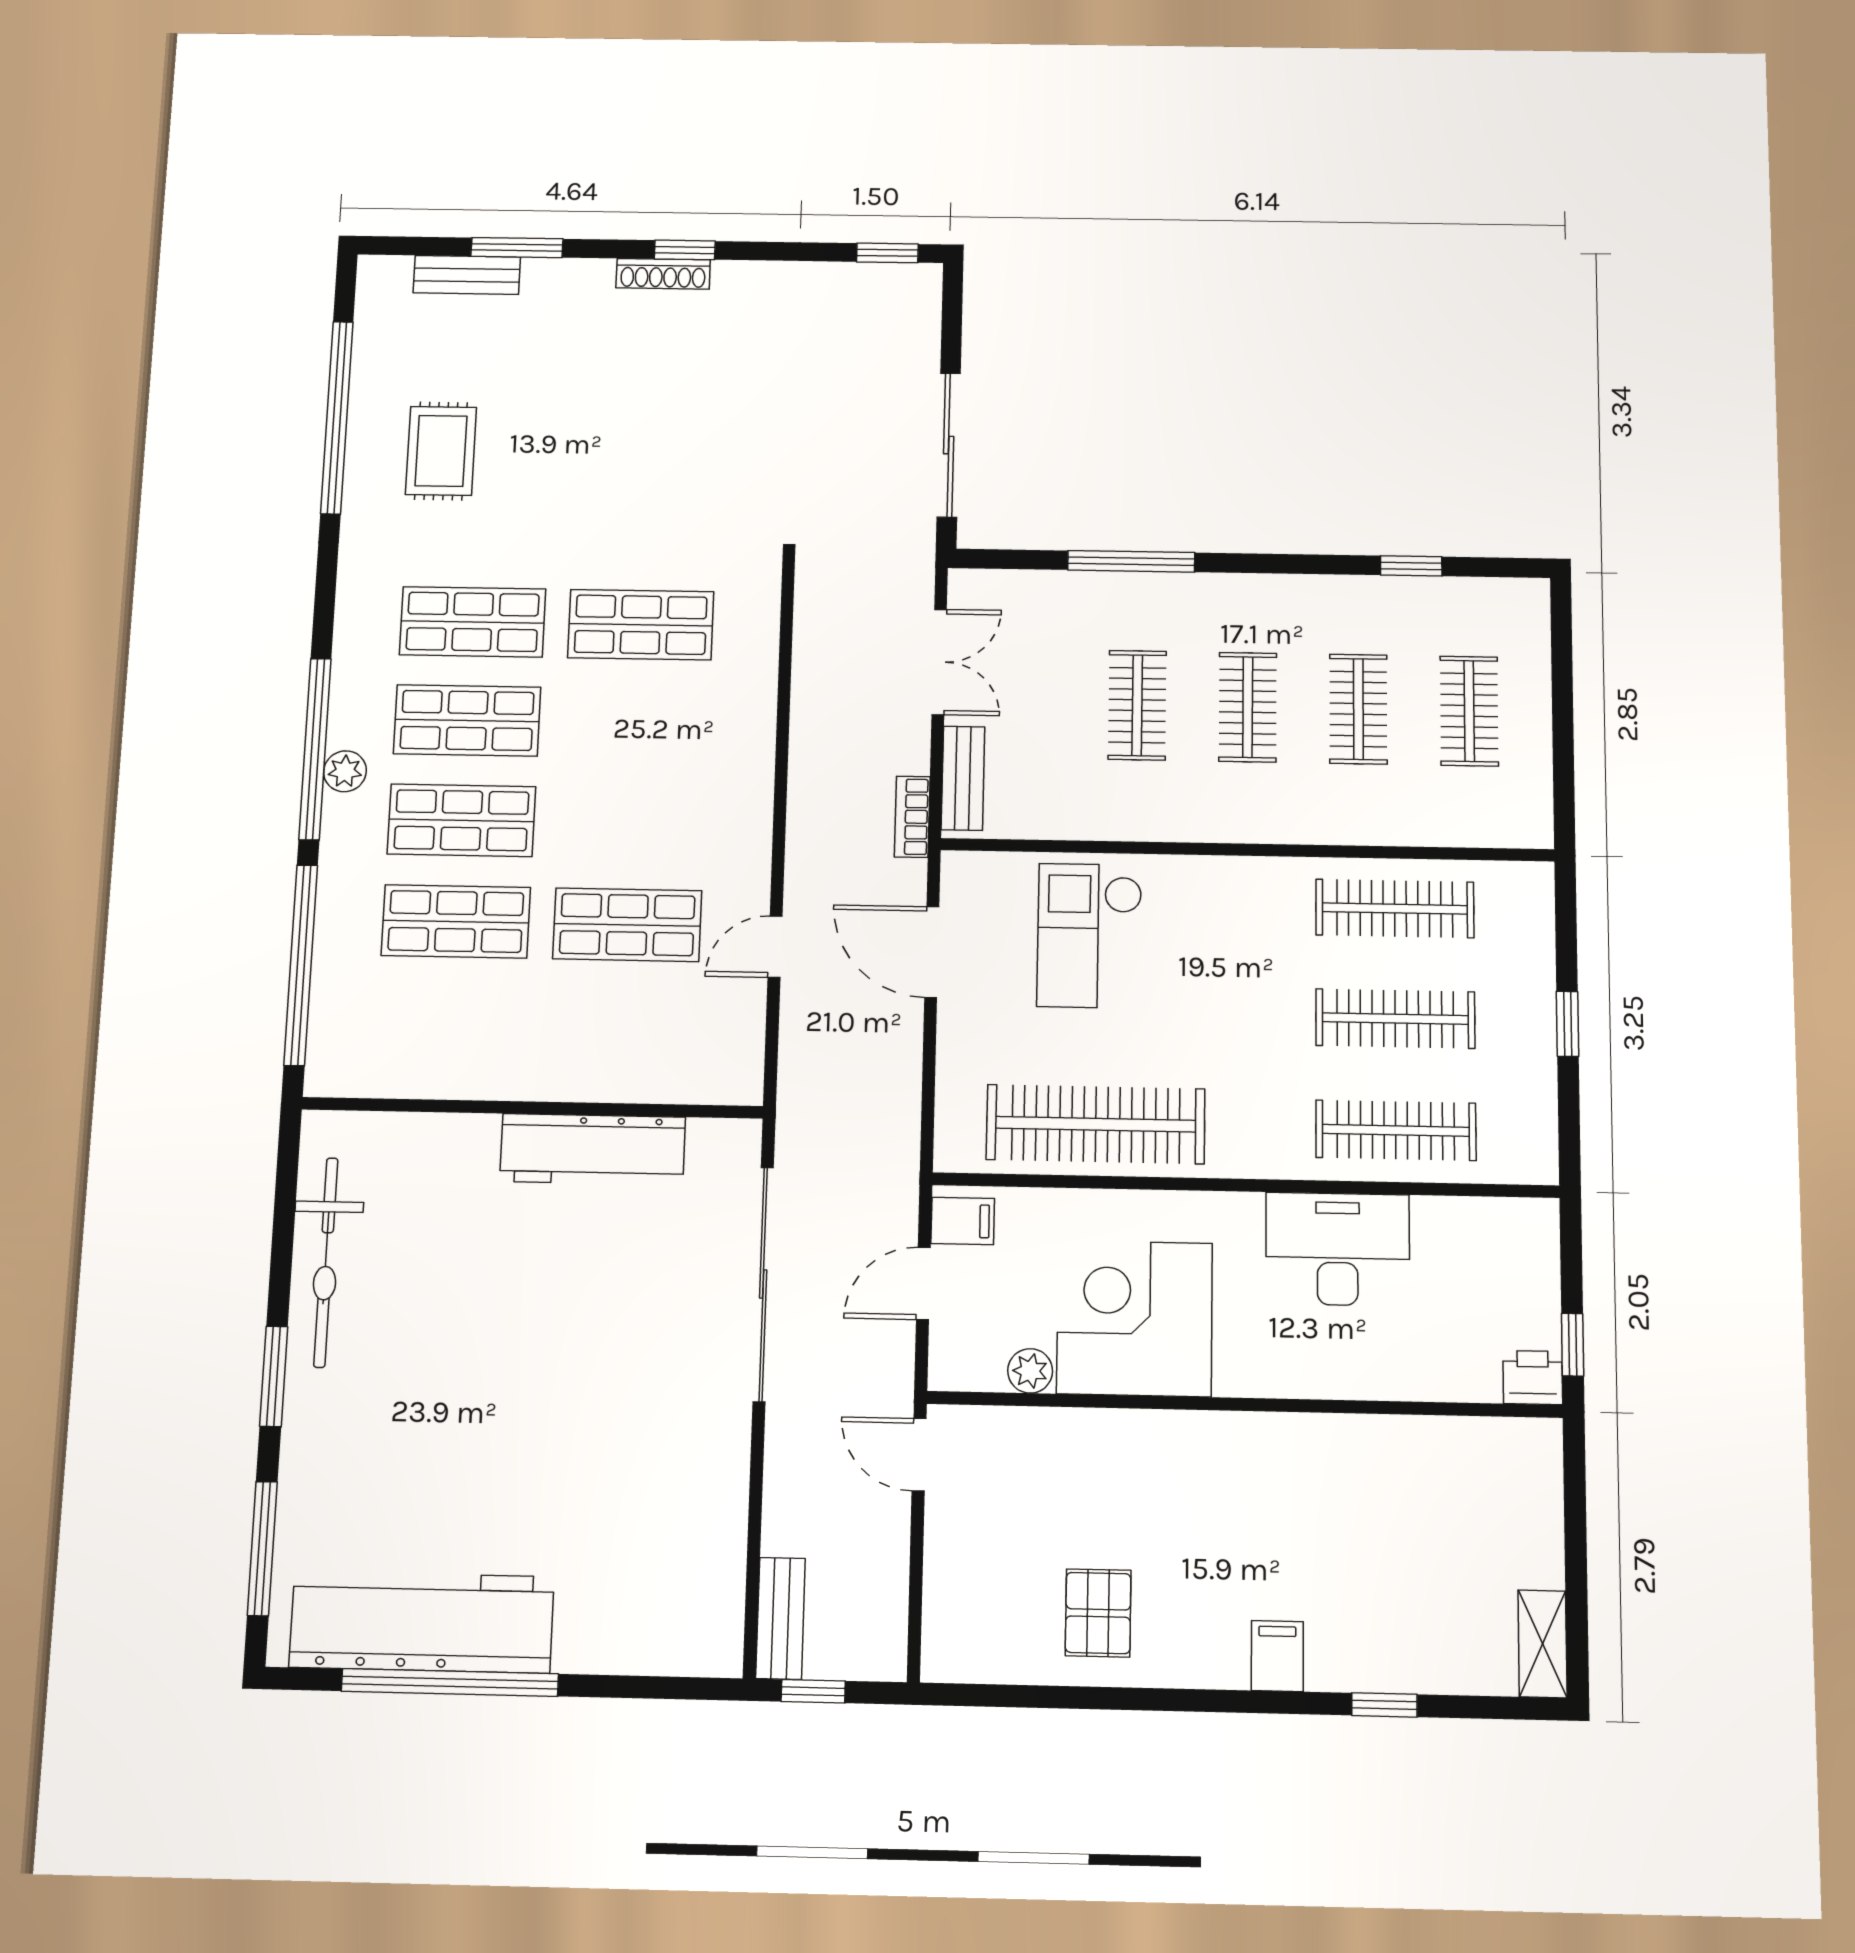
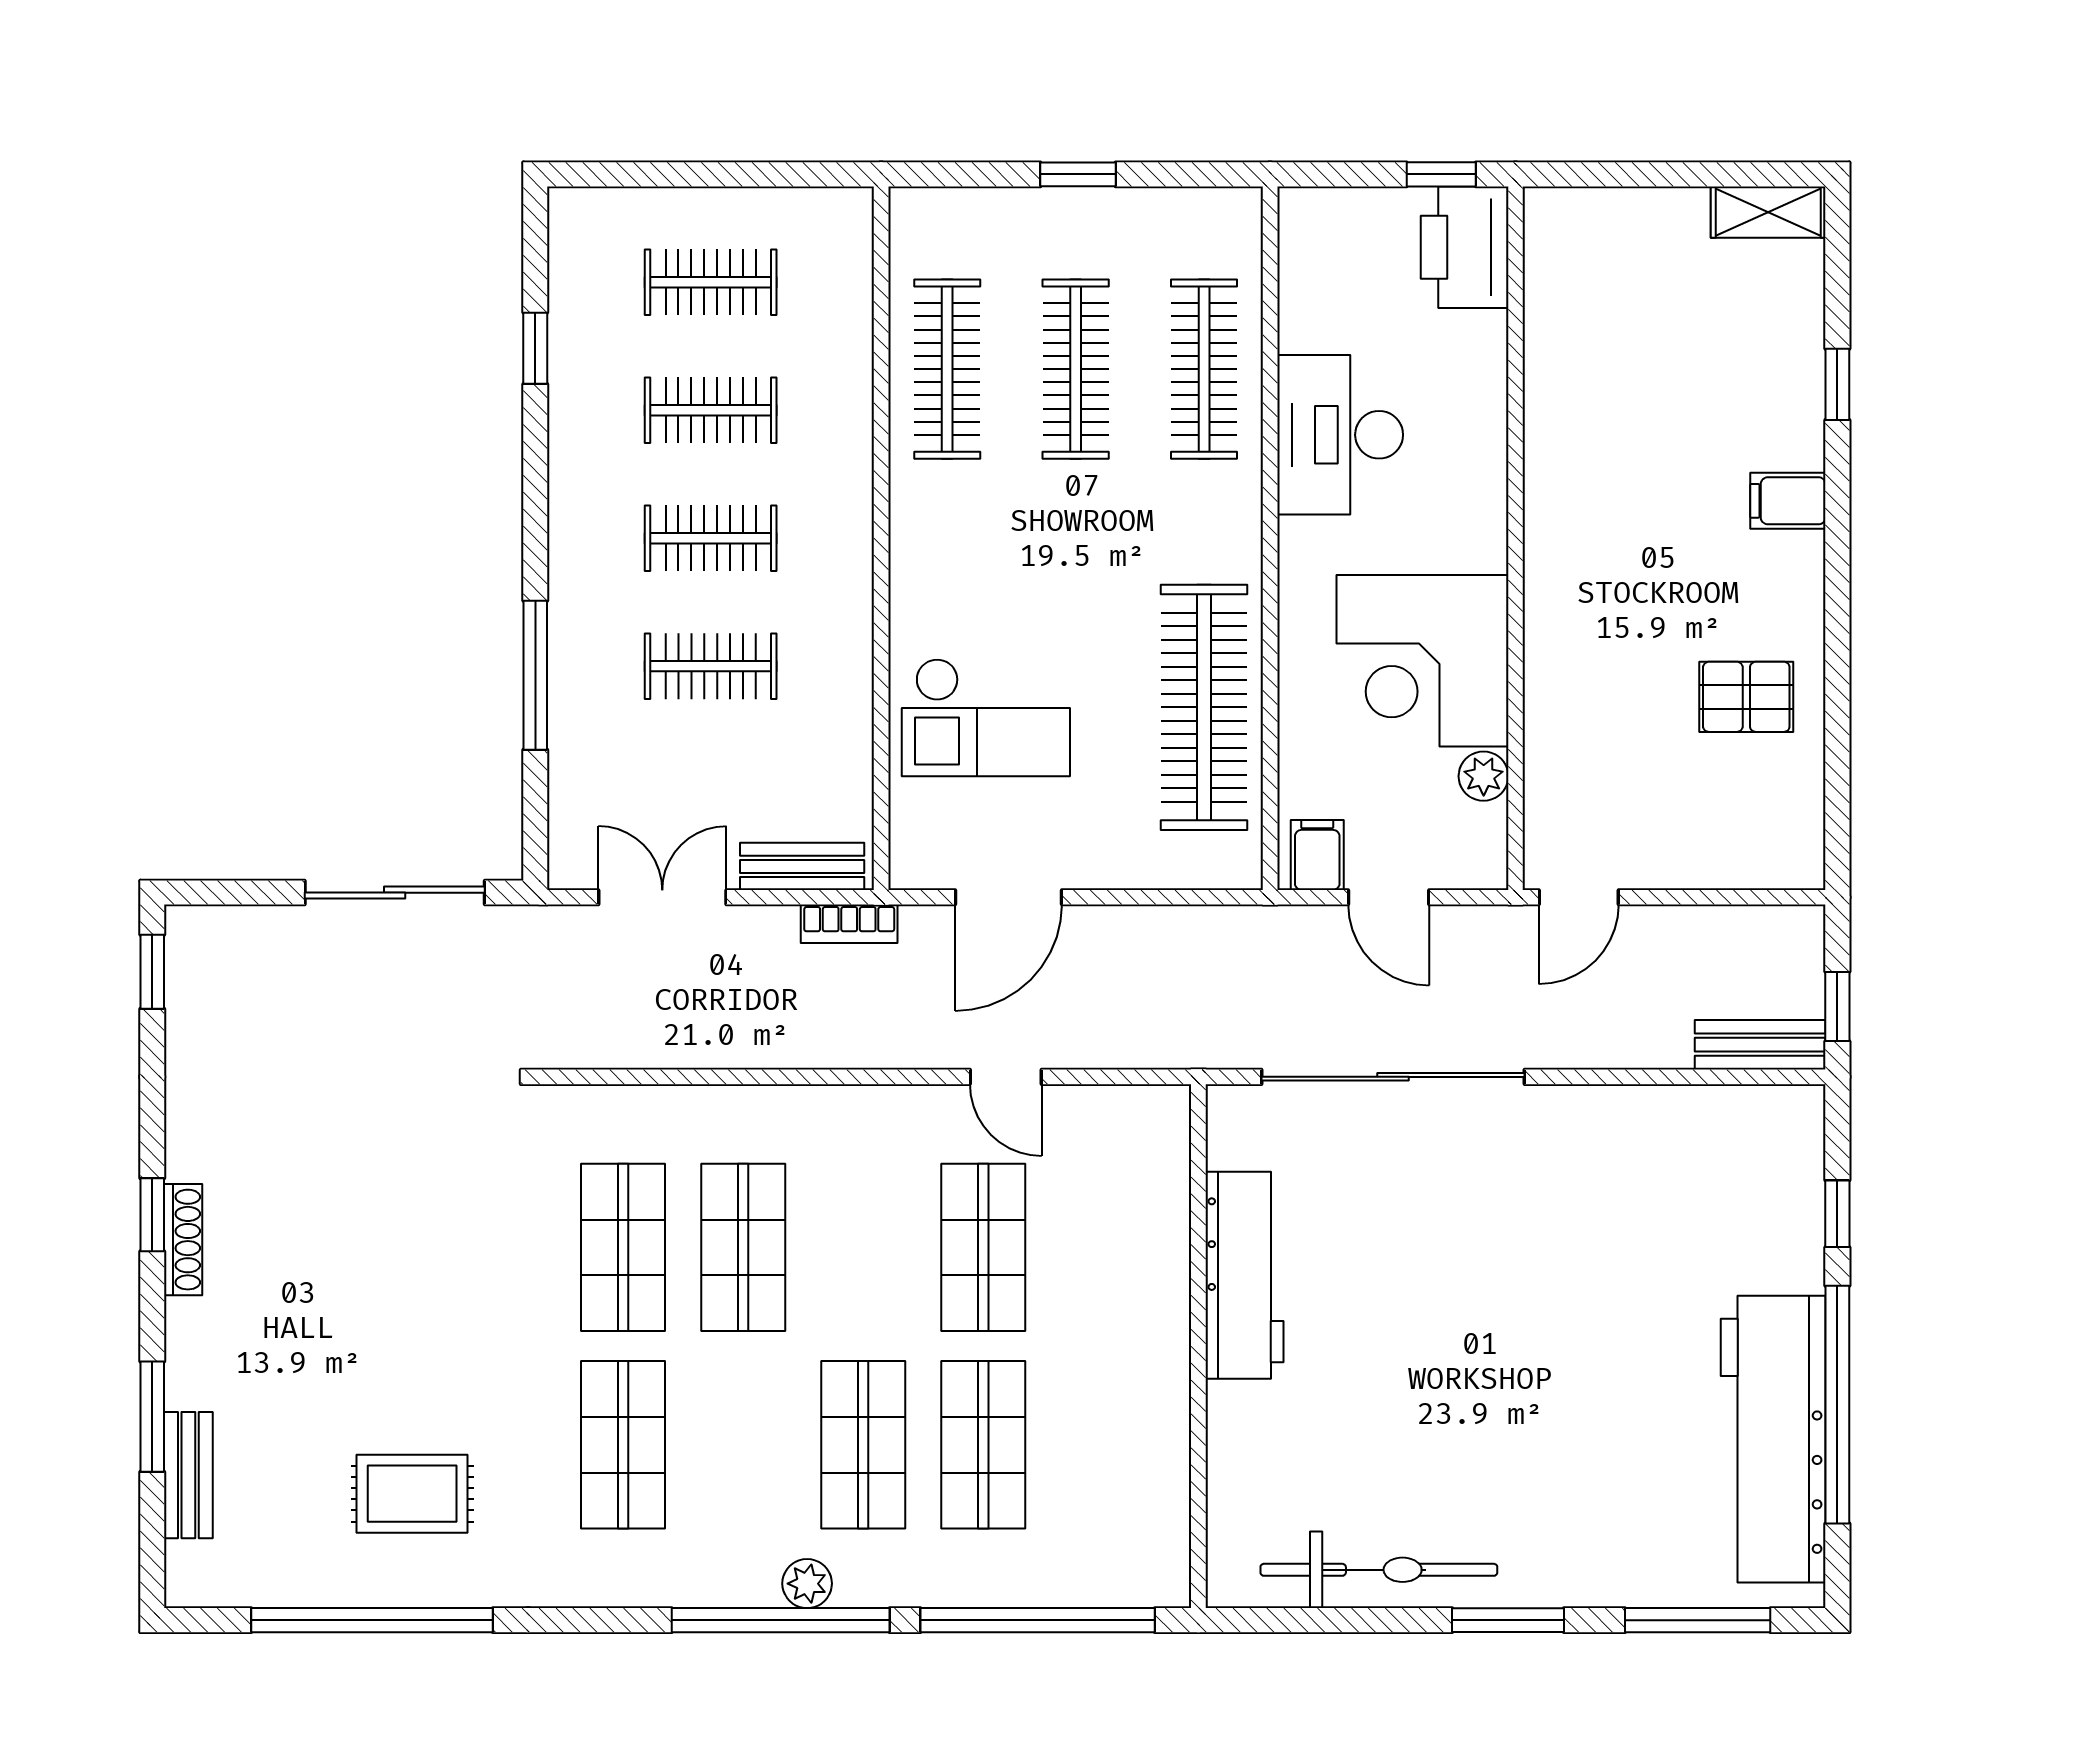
shop shelf: (467, 720) -> (743, 1247), moved
printer: (1533, 1378) -> (1465, 247), width x1.87, depth x1.48
window: (624, 1687) -> (1837, 1214), added

